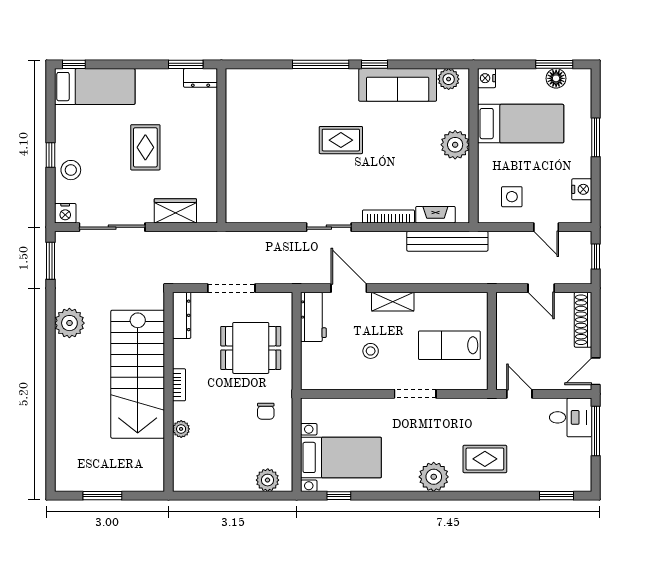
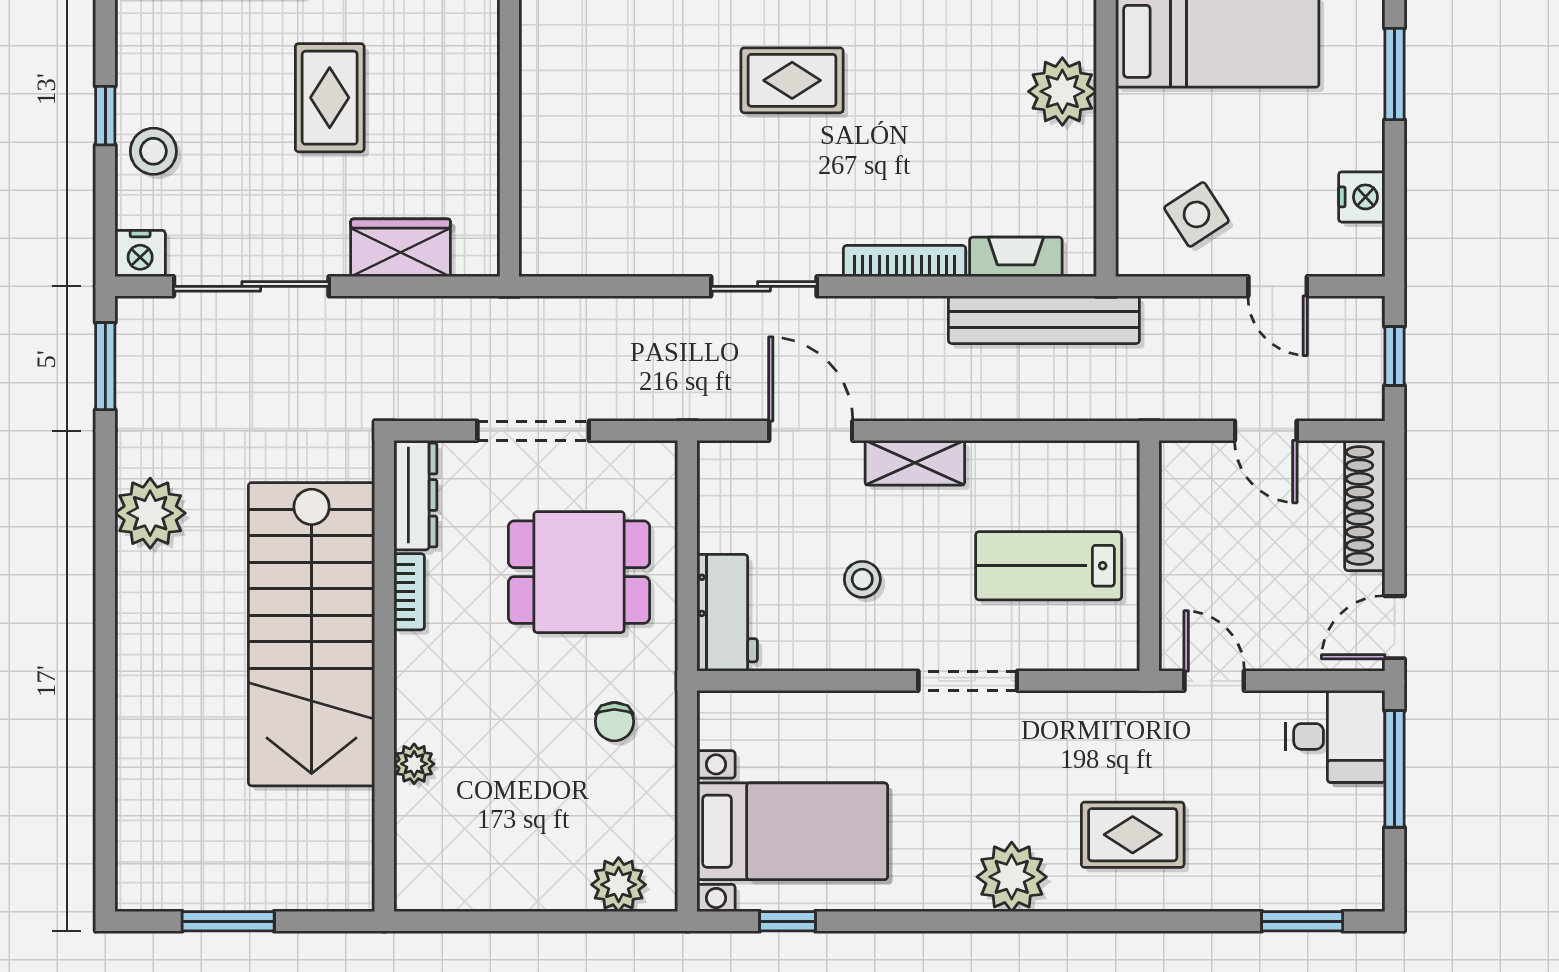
side table: (512, 197) -> (1196, 214), turned -33
workbench: (313, 317) -> (727, 613), moved
bookcase: (179, 385) -> (409, 592), moved

